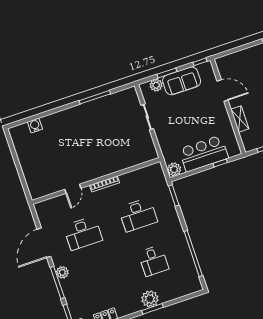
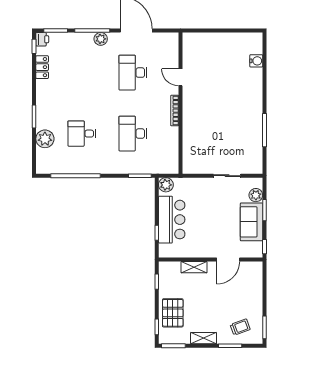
plant: (150, 299) -> (45, 139), moved

